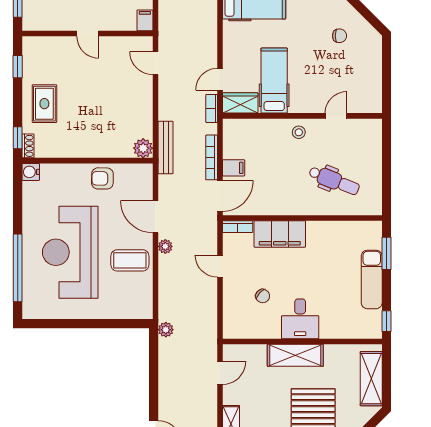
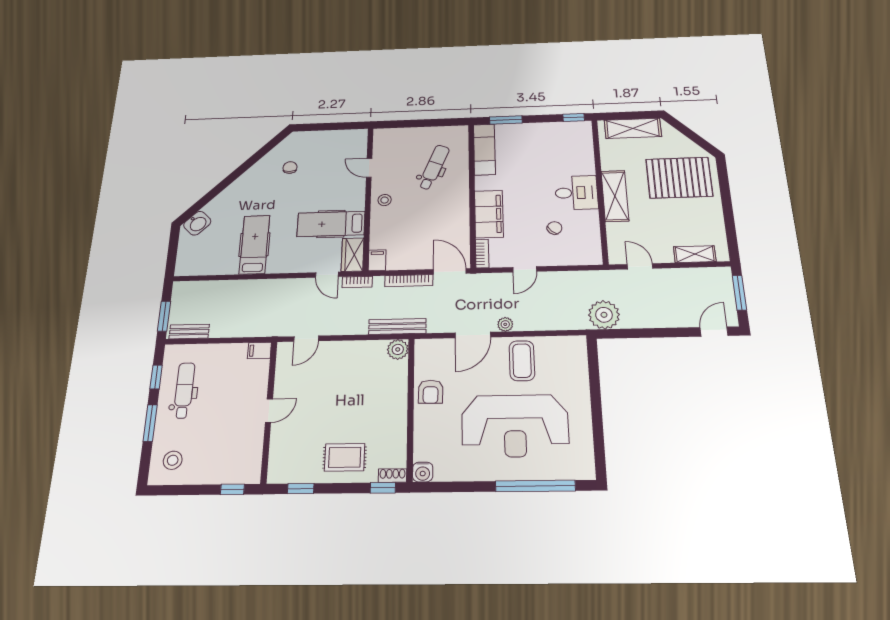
filing cabinet: (234, 168) -> (377, 260), moved
exam couch: (372, 279) -> (484, 150), moved, turned -90
plant: (166, 330) -> (604, 315), width x1.88, depth x1.88

